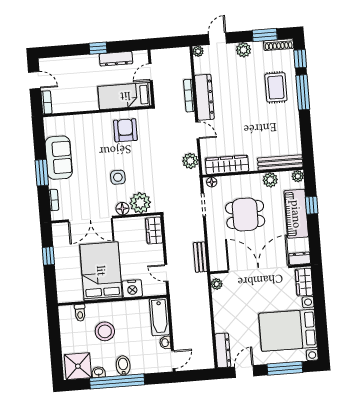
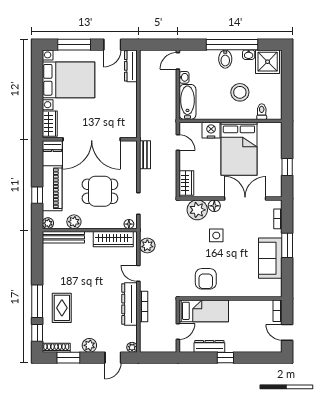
plant: (217, 284) -> (132, 128), removed

